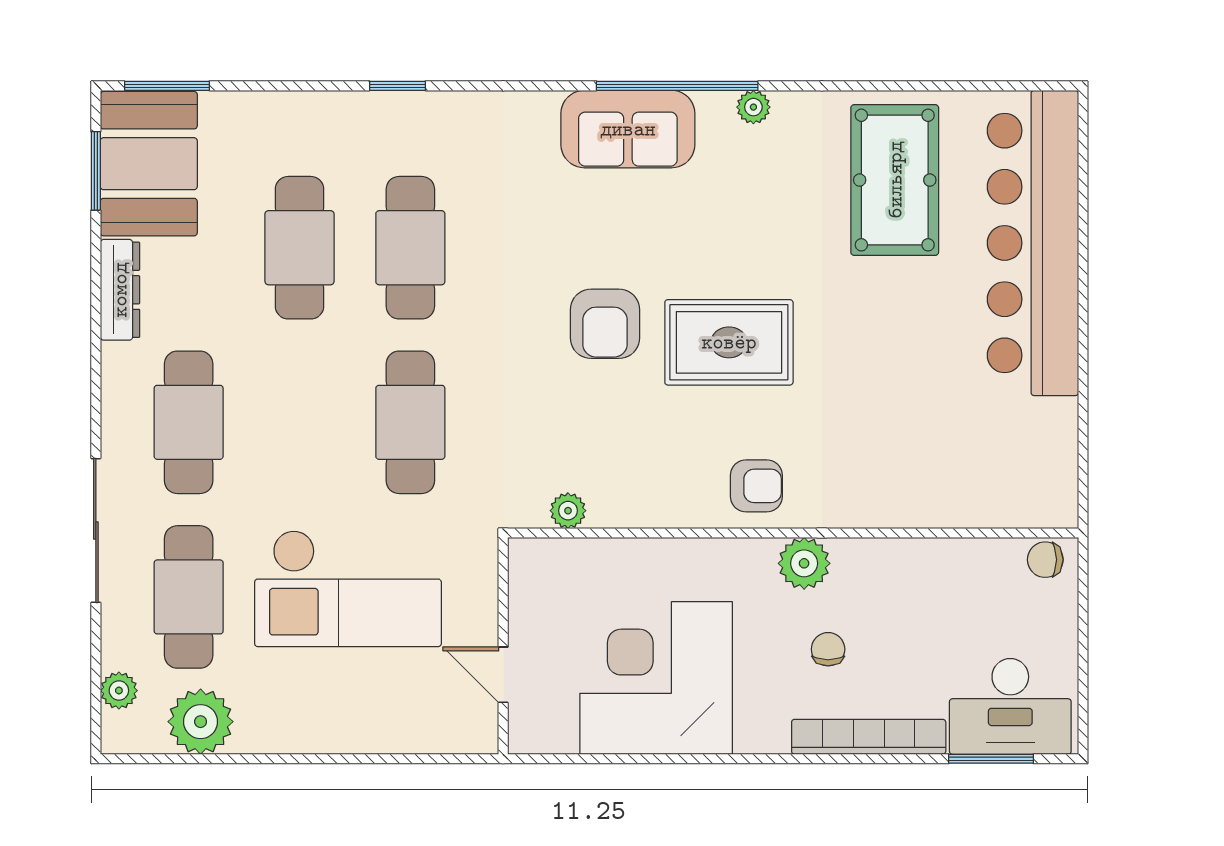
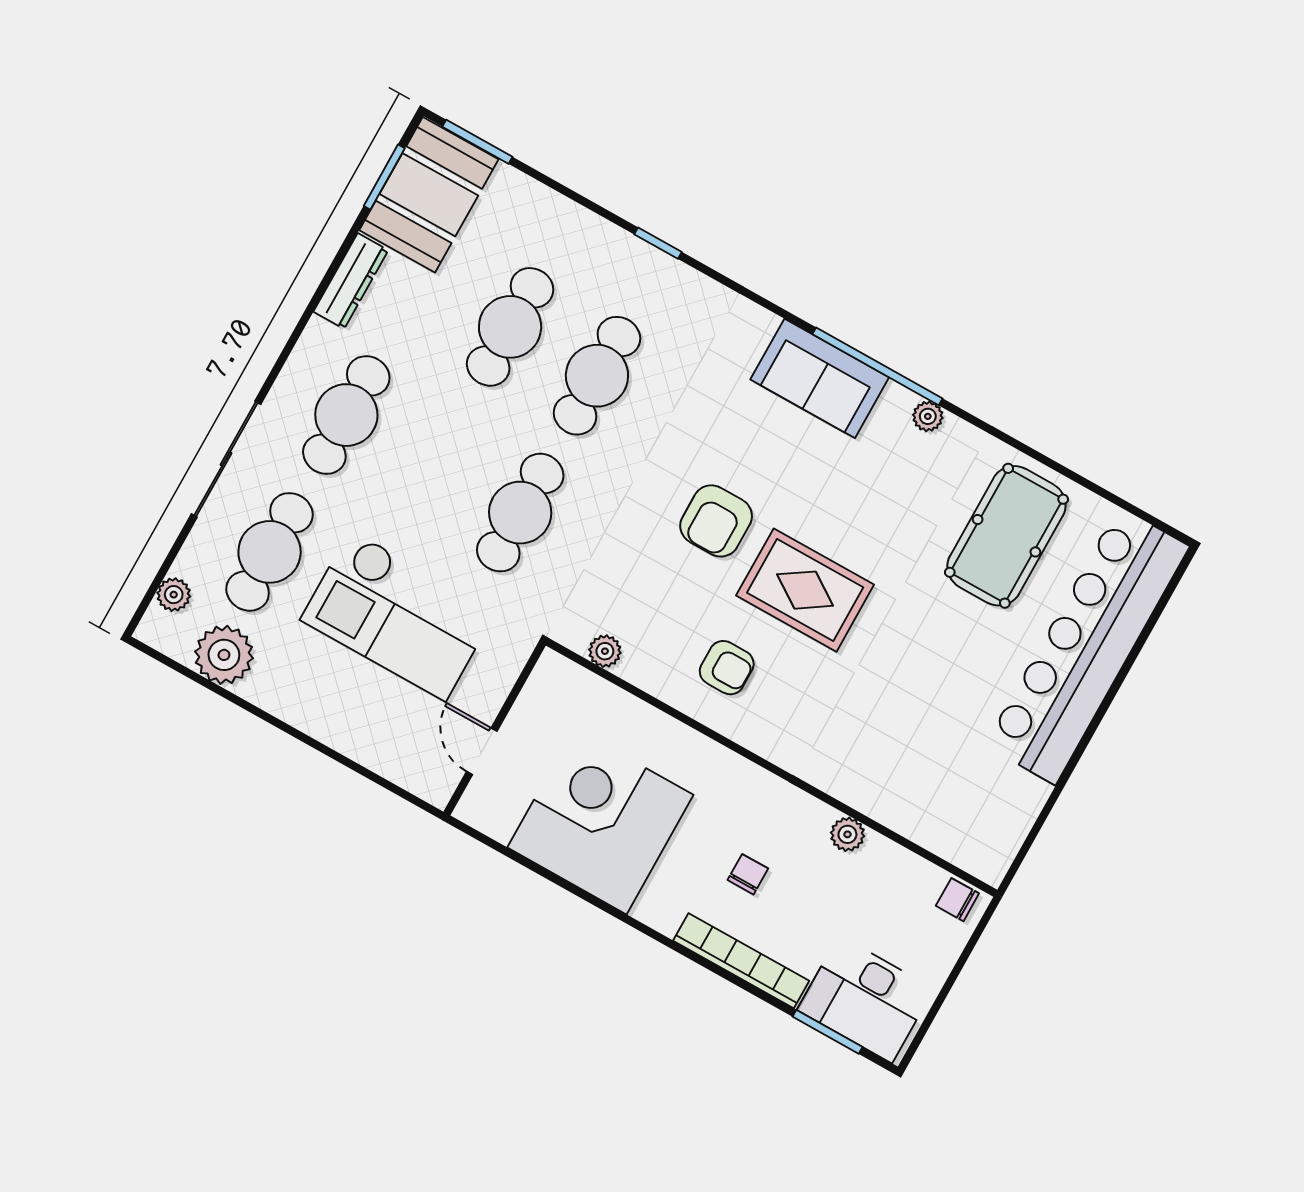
armchair: (756, 486) -> (727, 668), moved
plant: (804, 563) -> (847, 834), moved, width x0.73, depth x0.73

